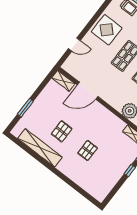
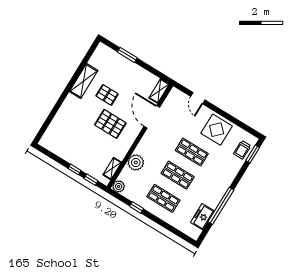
shelving: (40, 148) -> (84, 81), width x0.68
pallet: (88, 151) -> (110, 124), moved, width x1.50, depth x1.42

